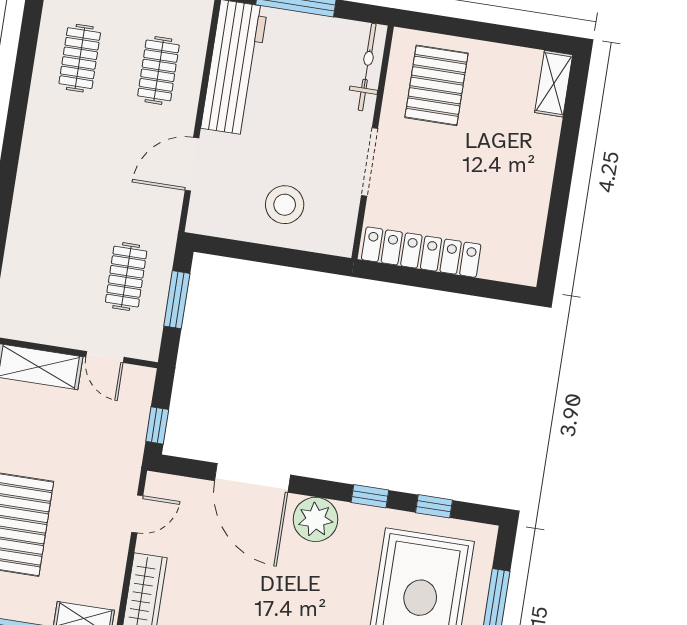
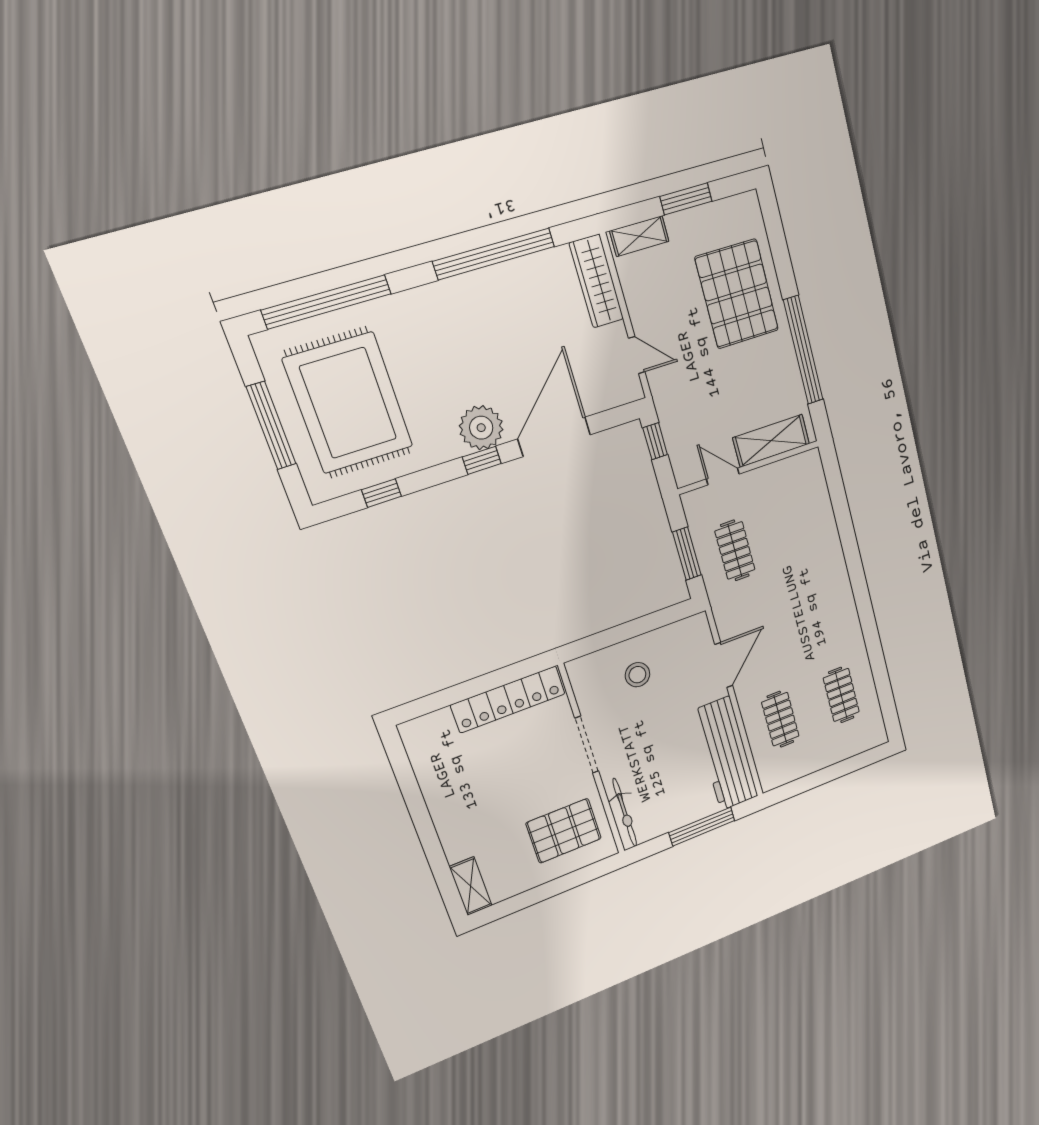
pallet: (436, 85) -> (564, 831), turned 90
stool: (285, 205) -> (637, 675), width x0.73, depth x0.73
door: (252, 478) -> (554, 437), hinge flipped
window: (370, 496) -> (482, 460), moved
door: (137, 514) -> (637, 355), swing flipped

